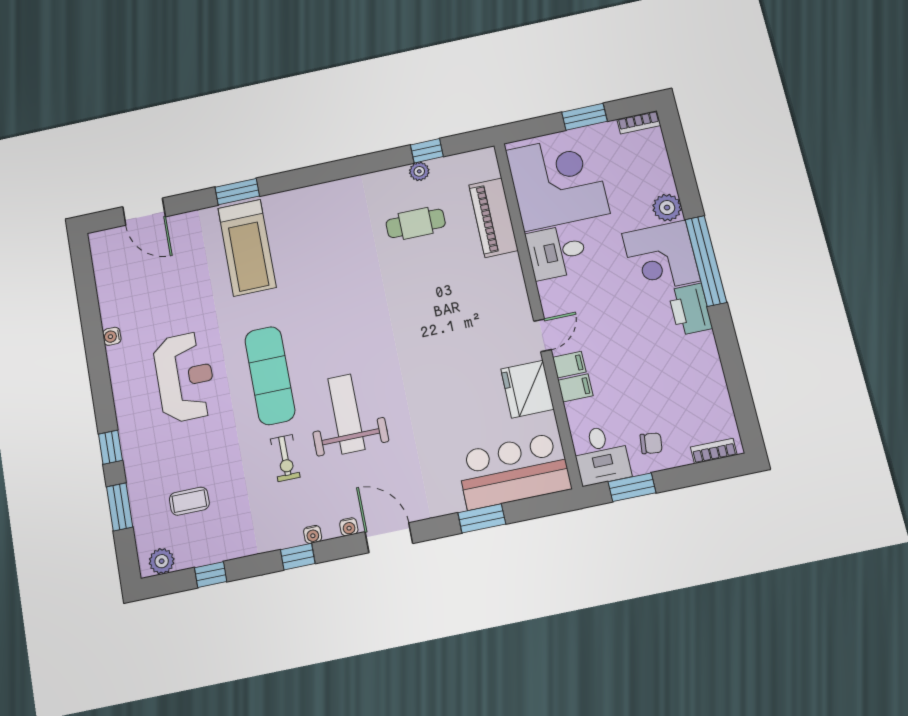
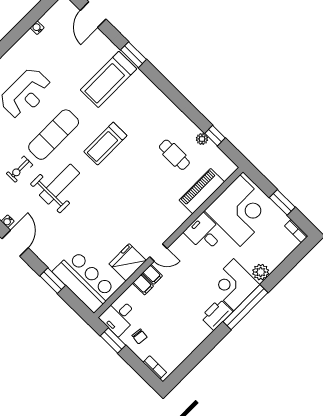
treadmill: (333, 310) -> (105, 144), added
water cooler: (112, 336) -> (37, 28), moved

